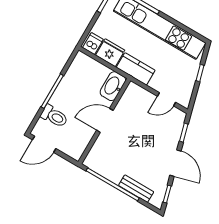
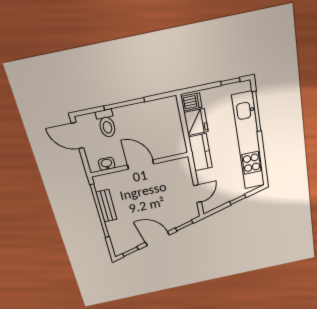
washbasin: (113, 86) -> (107, 164), moved, width x0.52, depth x0.69
door: (166, 99) -> (198, 194), swing flipped
door: (175, 163) -> (157, 239), swing flipped
bench: (136, 189) -> (107, 206), moved

